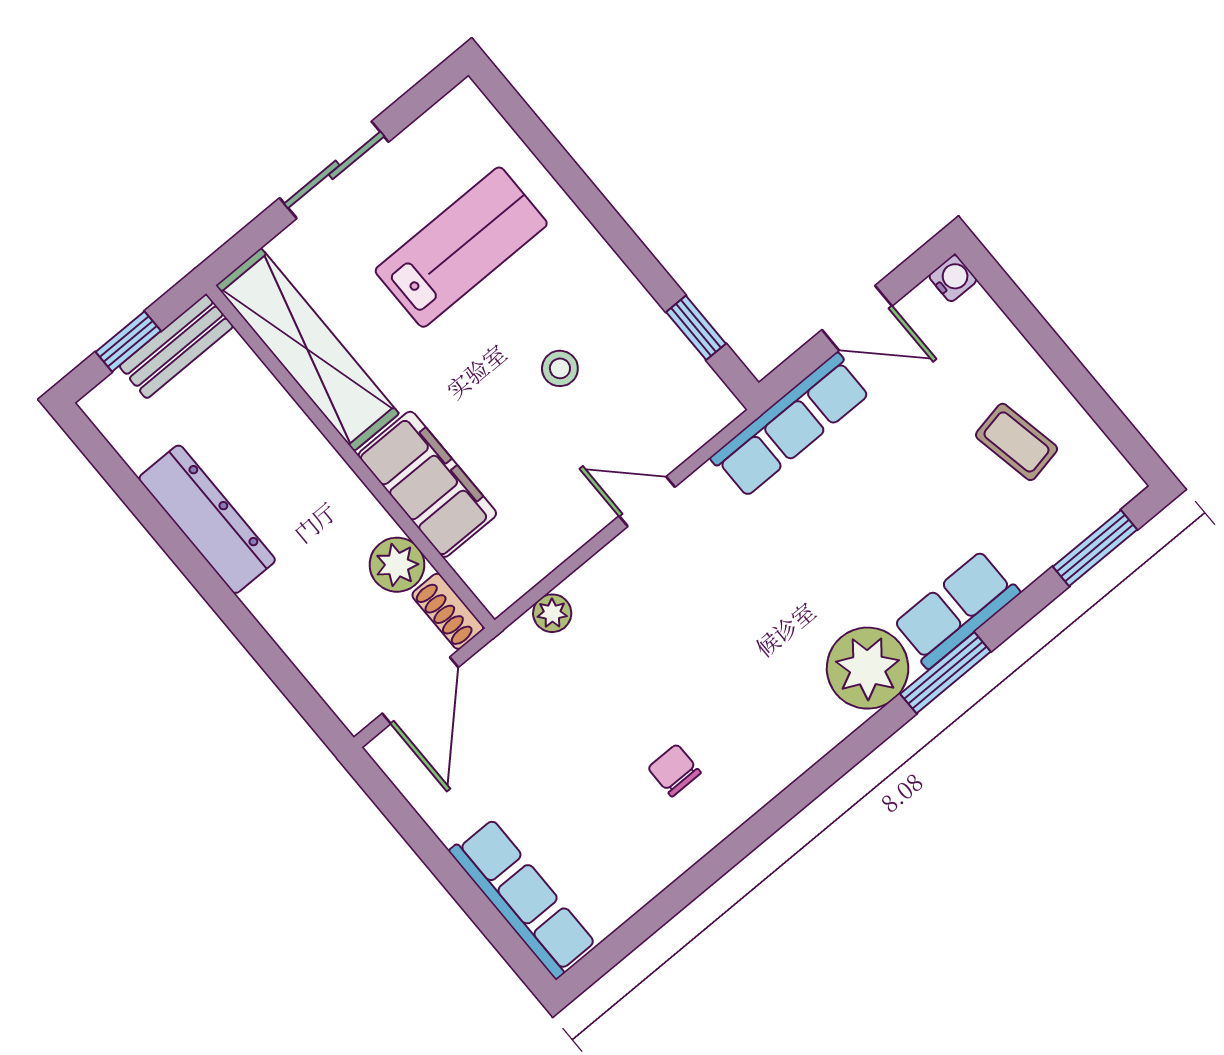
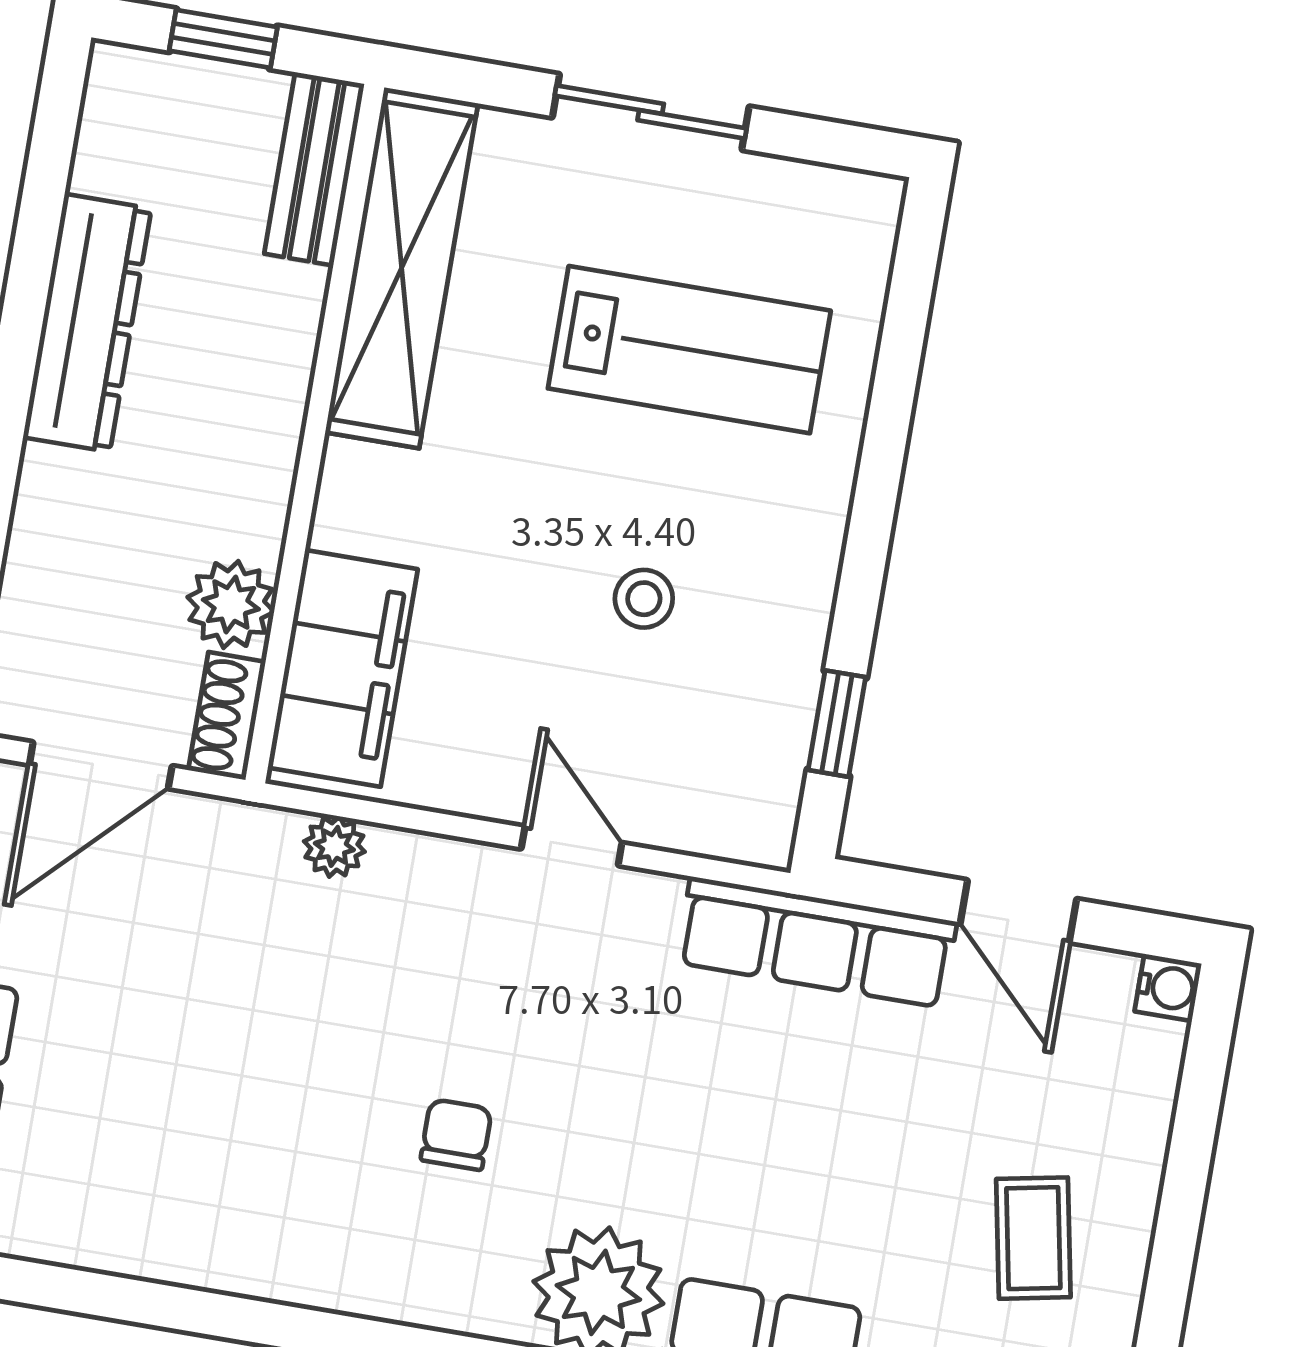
bench: (176, 346) -> (314, 169), moved, turned 90
filing cabinet: (427, 484) -> (343, 668), moved
chair: (674, 770) -> (456, 1135), moved

